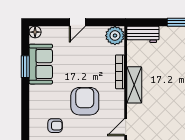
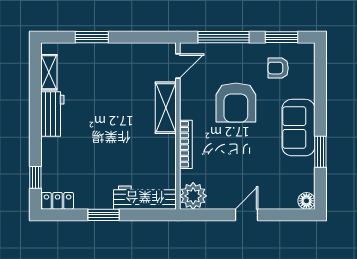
workbench: (143, 34) -> (145, 198), width x1.38
sofa: (41, 64) -> (298, 128), moved
shelving: (134, 85) -> (166, 108), moved

